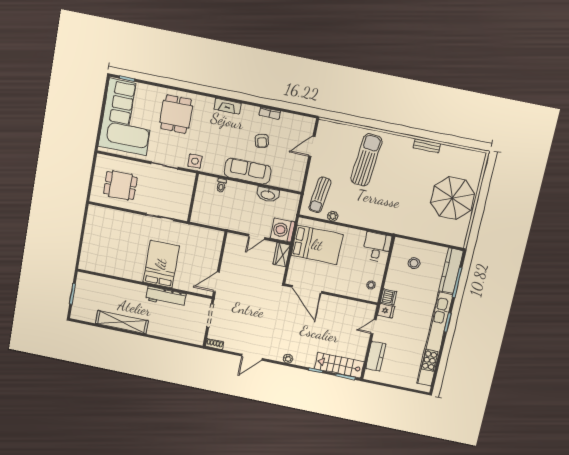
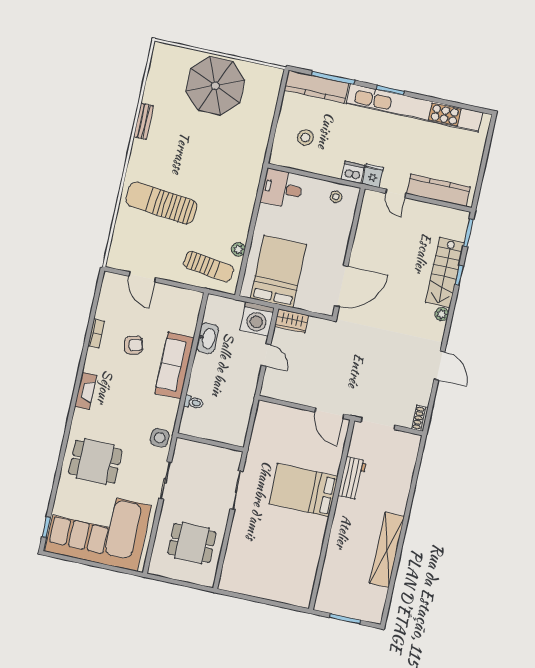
dining table: (120, 185) -> (192, 543), turned 90
workbench: (166, 297) -> (352, 478), width x0.73
kitchen counter: (376, 356) -> (438, 190), width x1.50
stairs: (339, 365) -> (445, 272), moved

